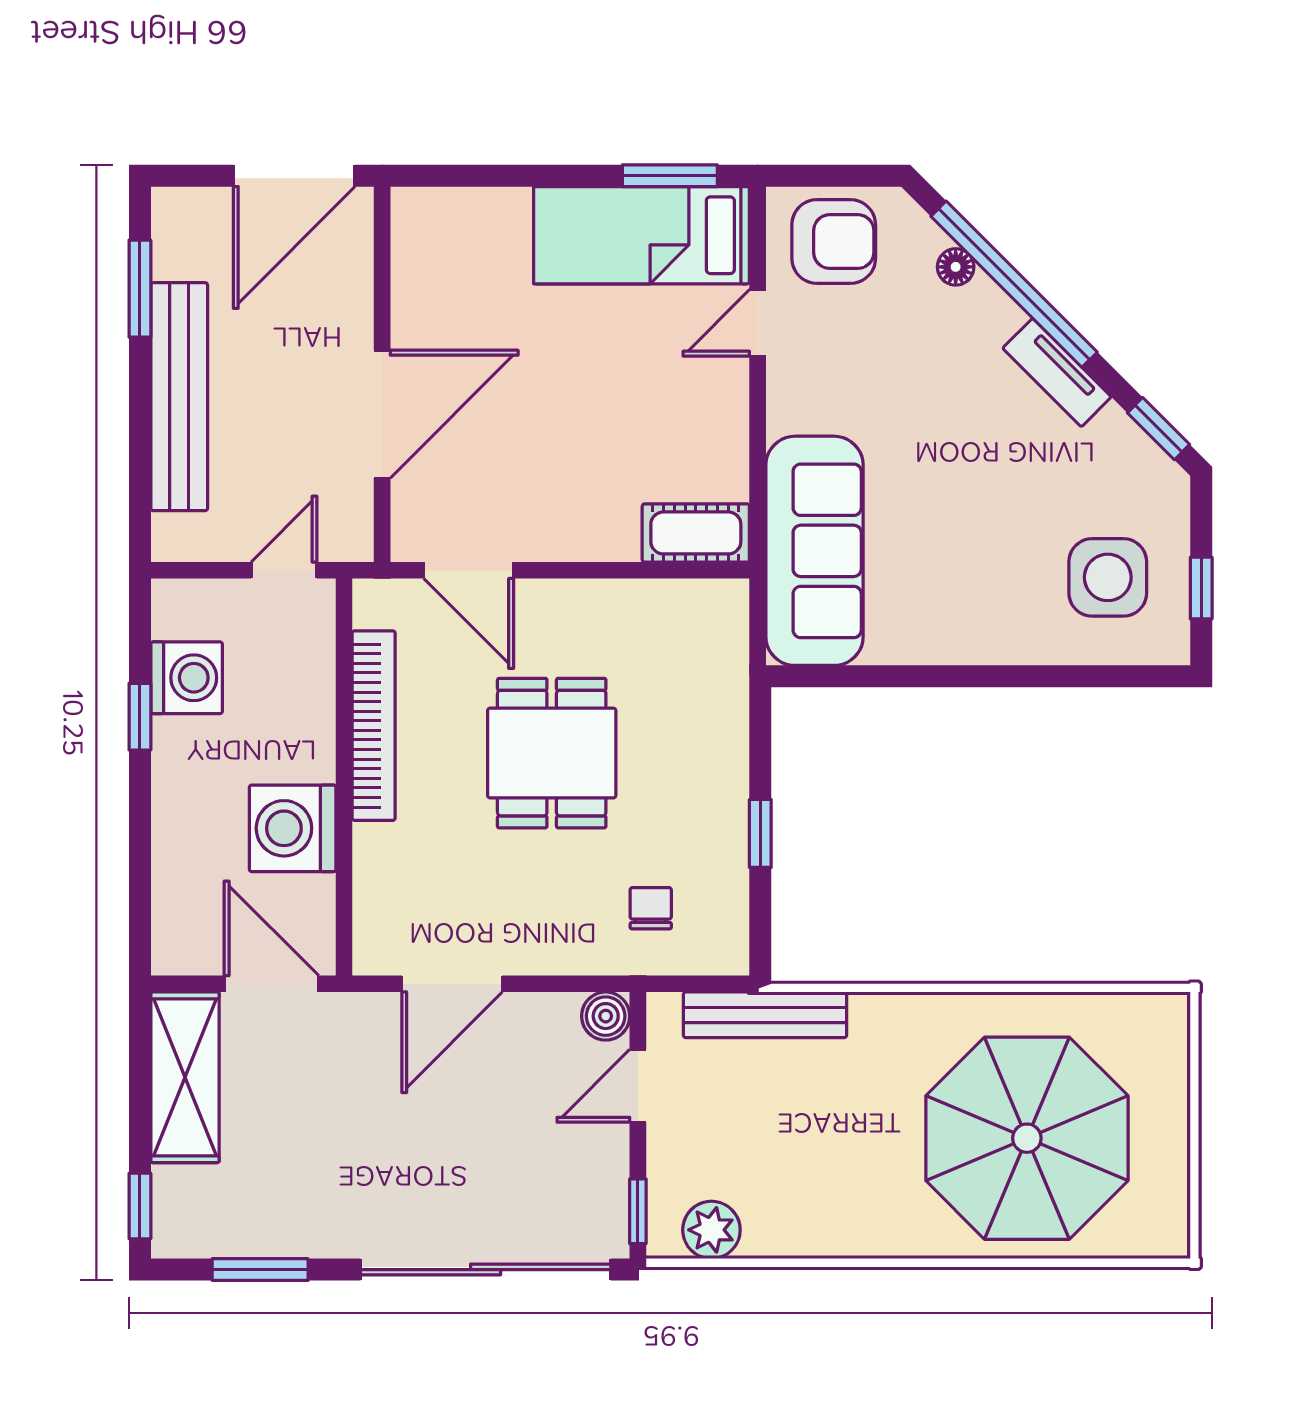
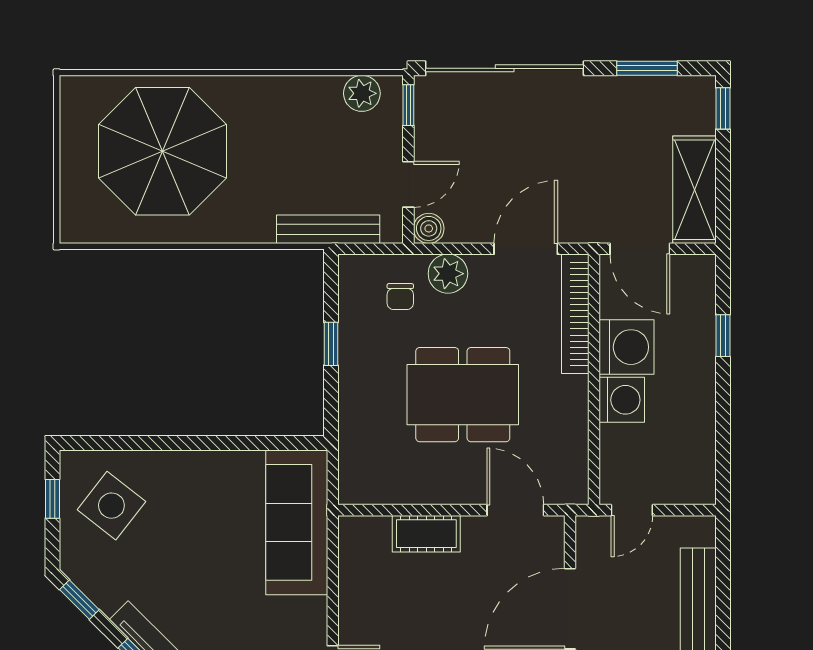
cot: (696, 533) -> (426, 534), moved
side table: (1108, 577) -> (111, 506), turned 38
washing machine: (187, 678) -> (622, 400), moved, turned 180
window: (140, 717) -> (723, 336), moved
bookcase: (374, 726) -> (575, 314), moved
dining table: (552, 753) -> (463, 395), width x1.38
plant: (575, 945) -> (448, 274), added

